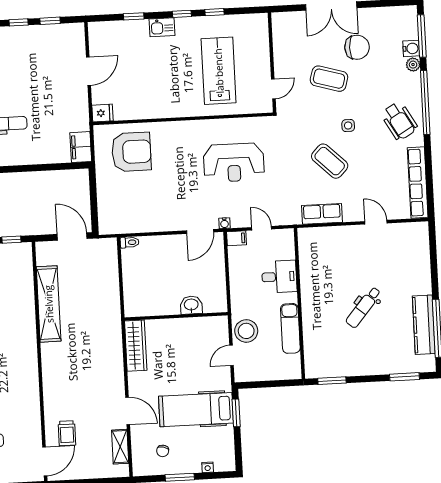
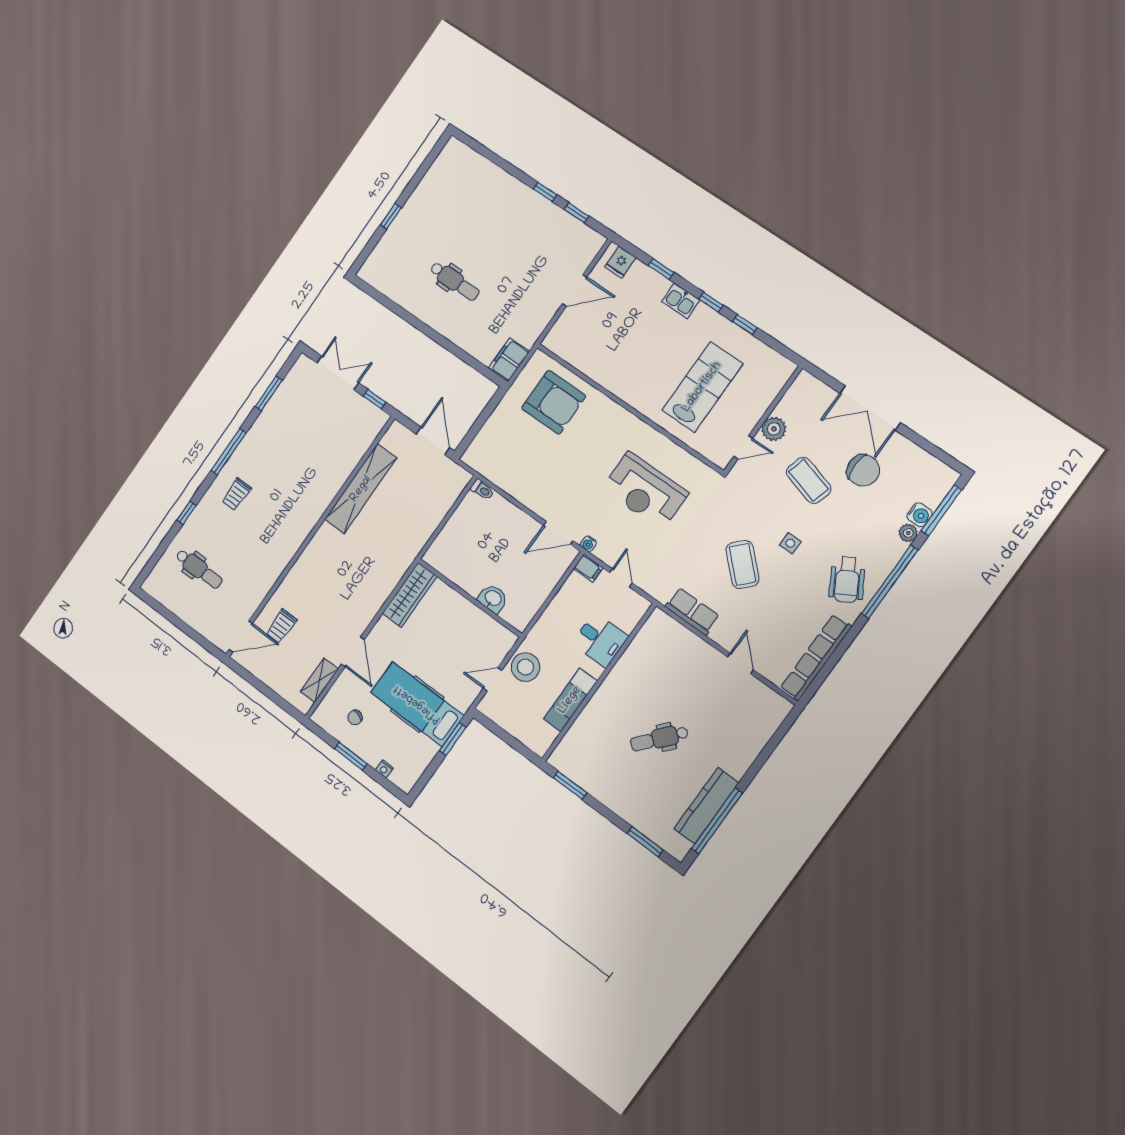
plant: (283, 63) -> (774, 429), added
fridge: (102, 113) -> (620, 262), moved, turned 90

